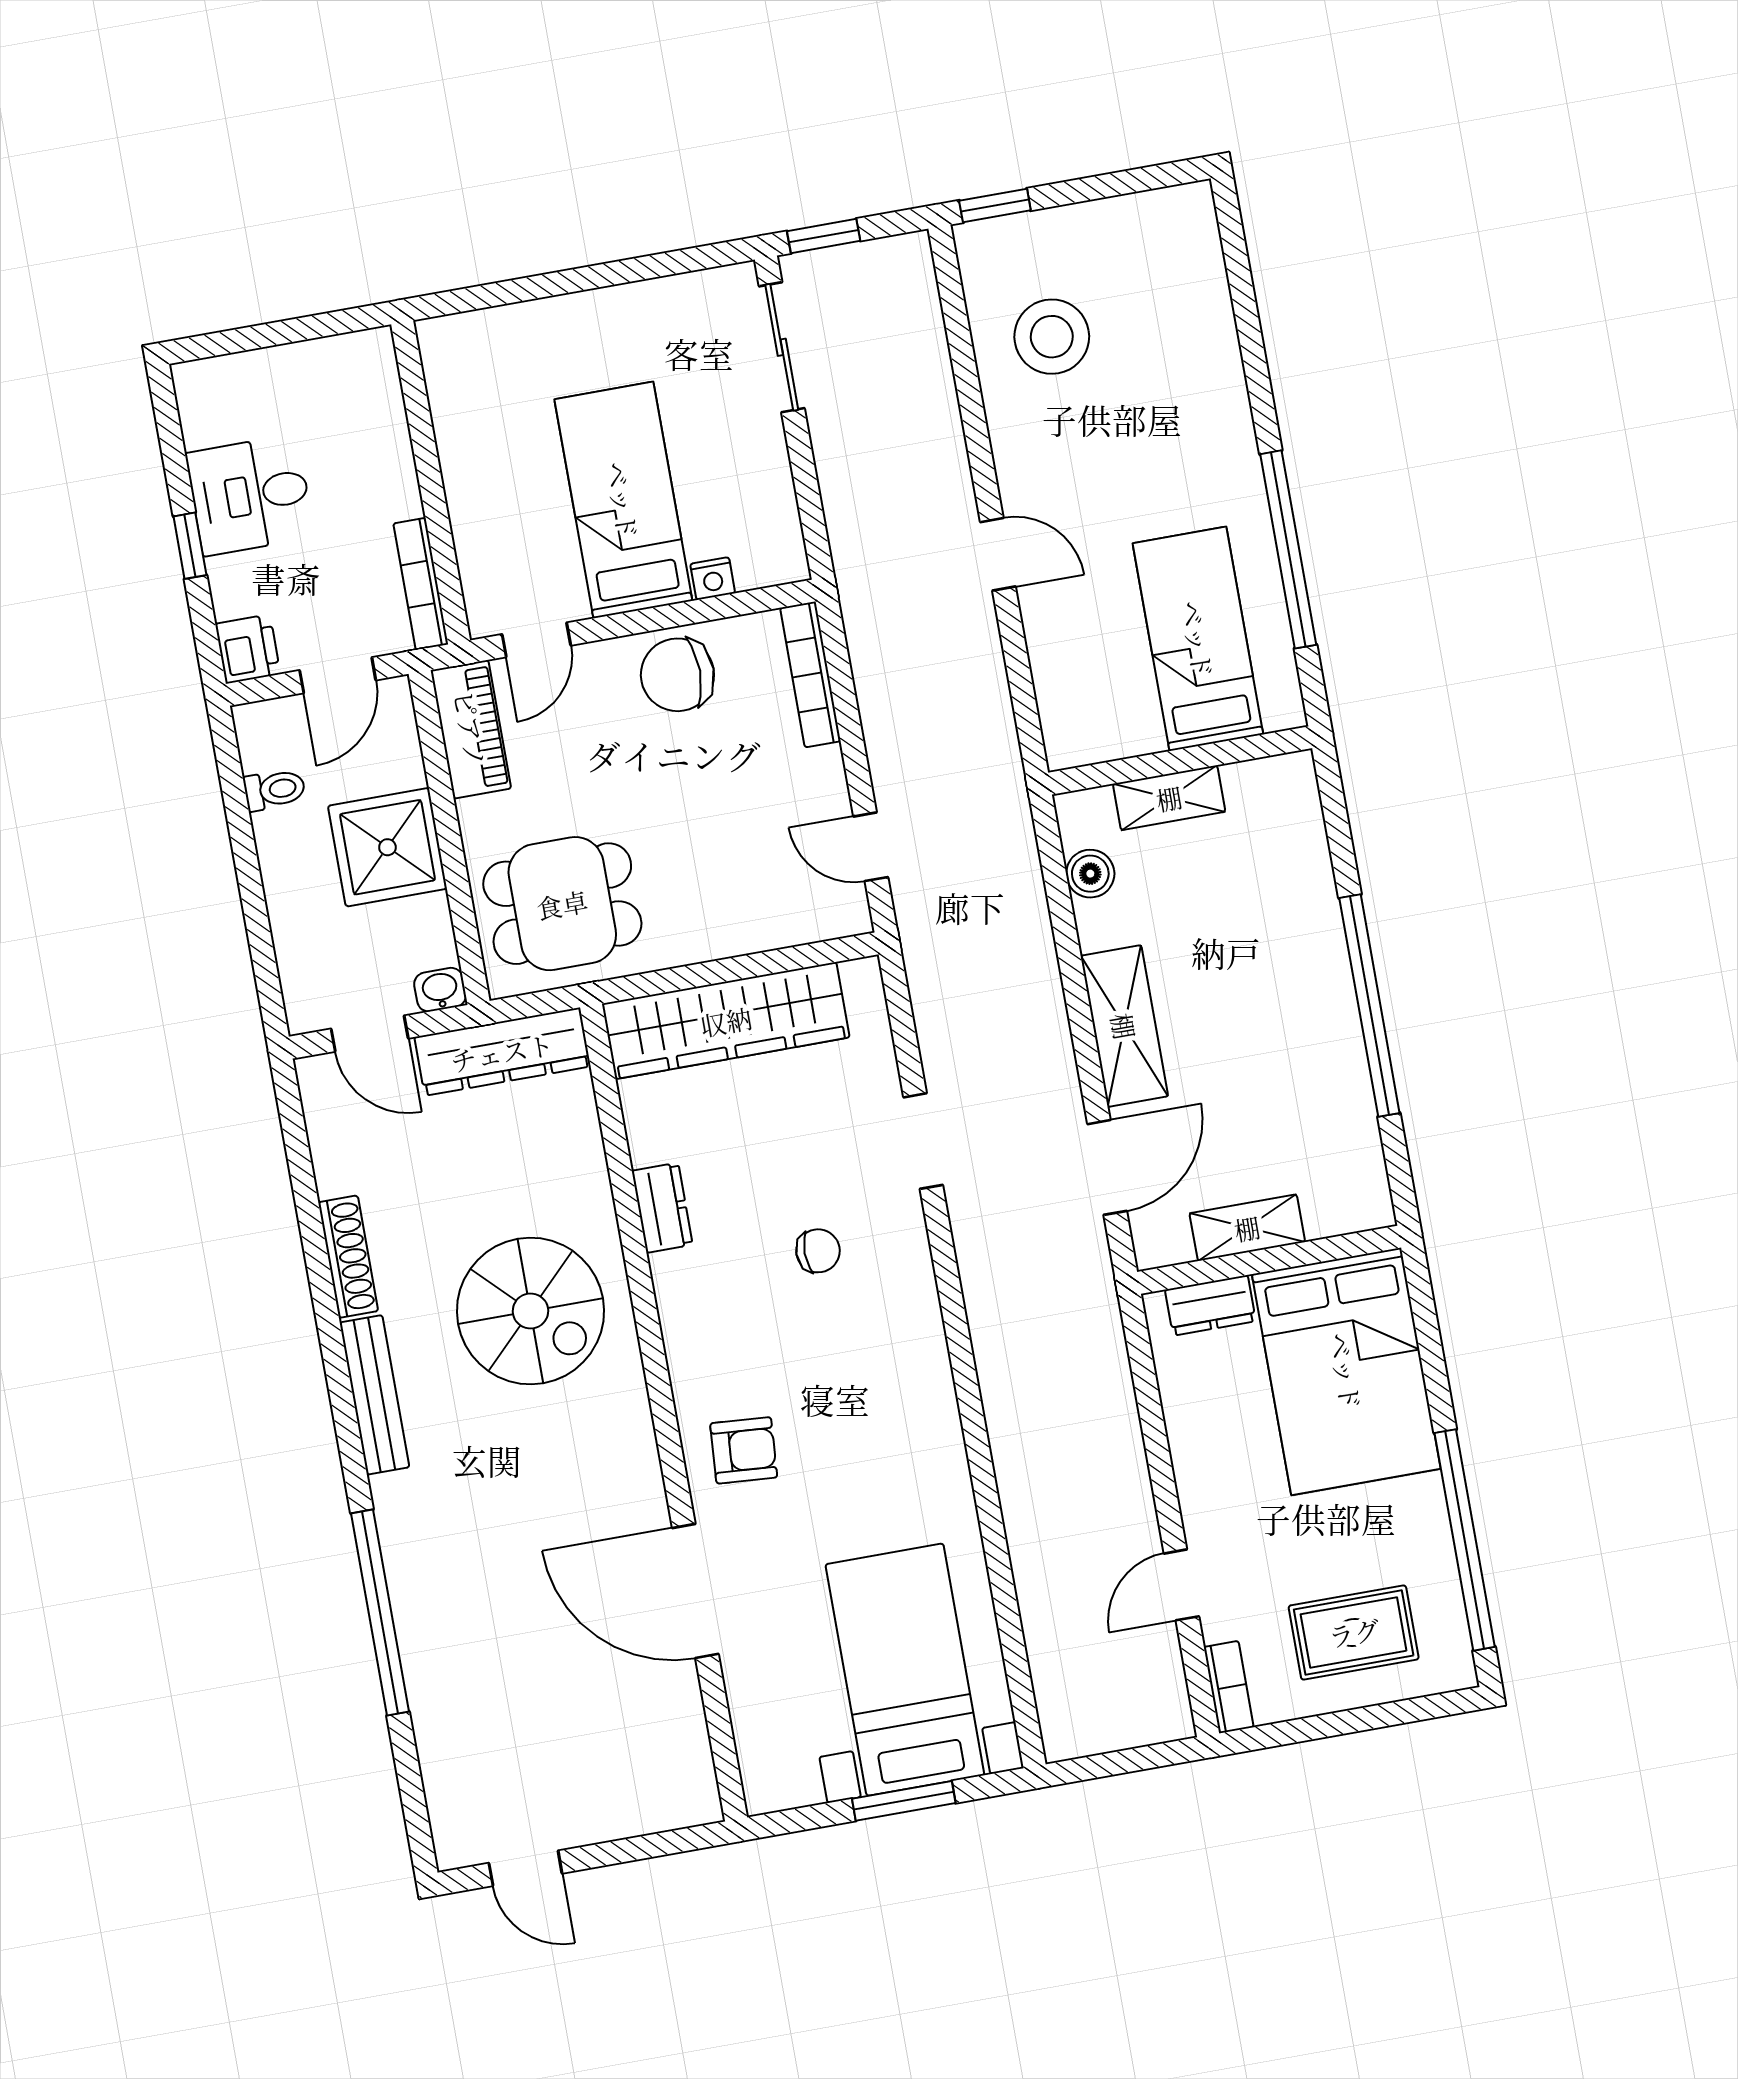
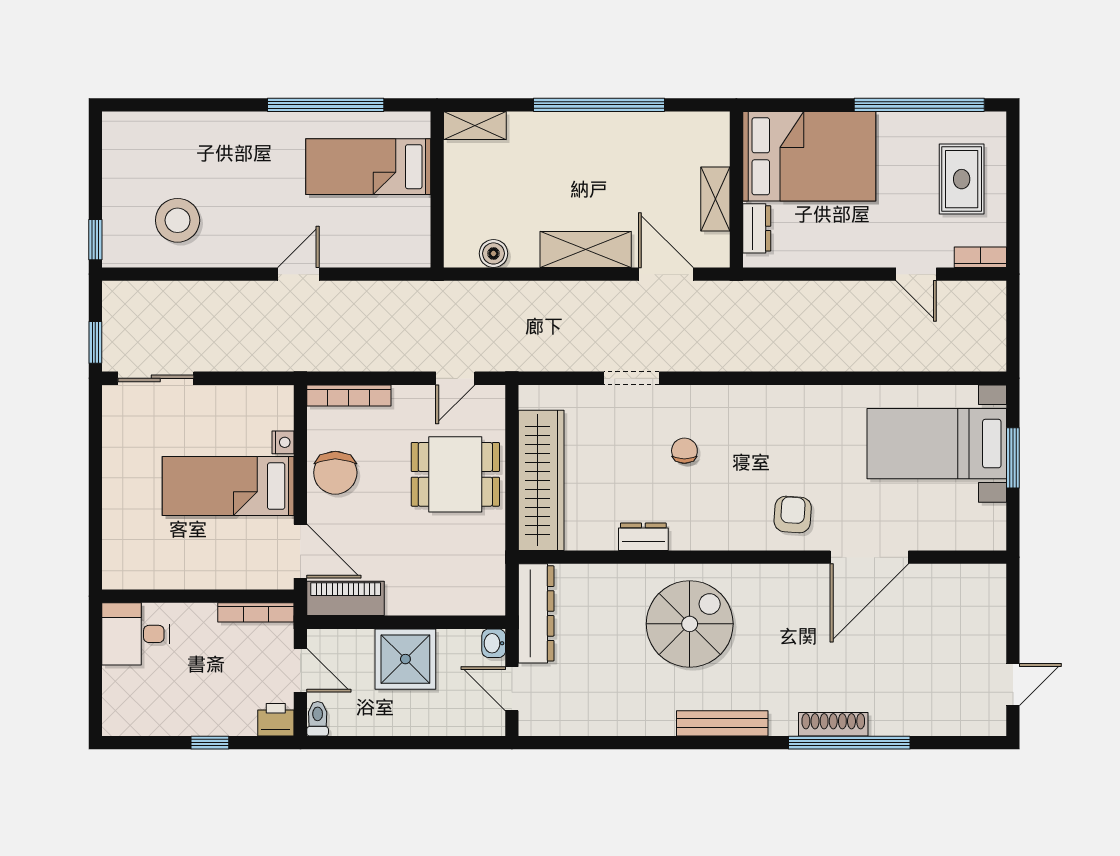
desk: (250, 495) -> (136, 634), moved, turned 90
door: (536, 640) -> (300, 551), width x1.38
toilet: (274, 790) -> (318, 719), moved
shelving: (1169, 798) -> (475, 126), moved, turned 90
dining table: (562, 904) -> (455, 474), moved, turned 90
door: (370, 1034) -> (512, 689), swing flipped
shoe rack: (348, 1257) -> (833, 724), moved

